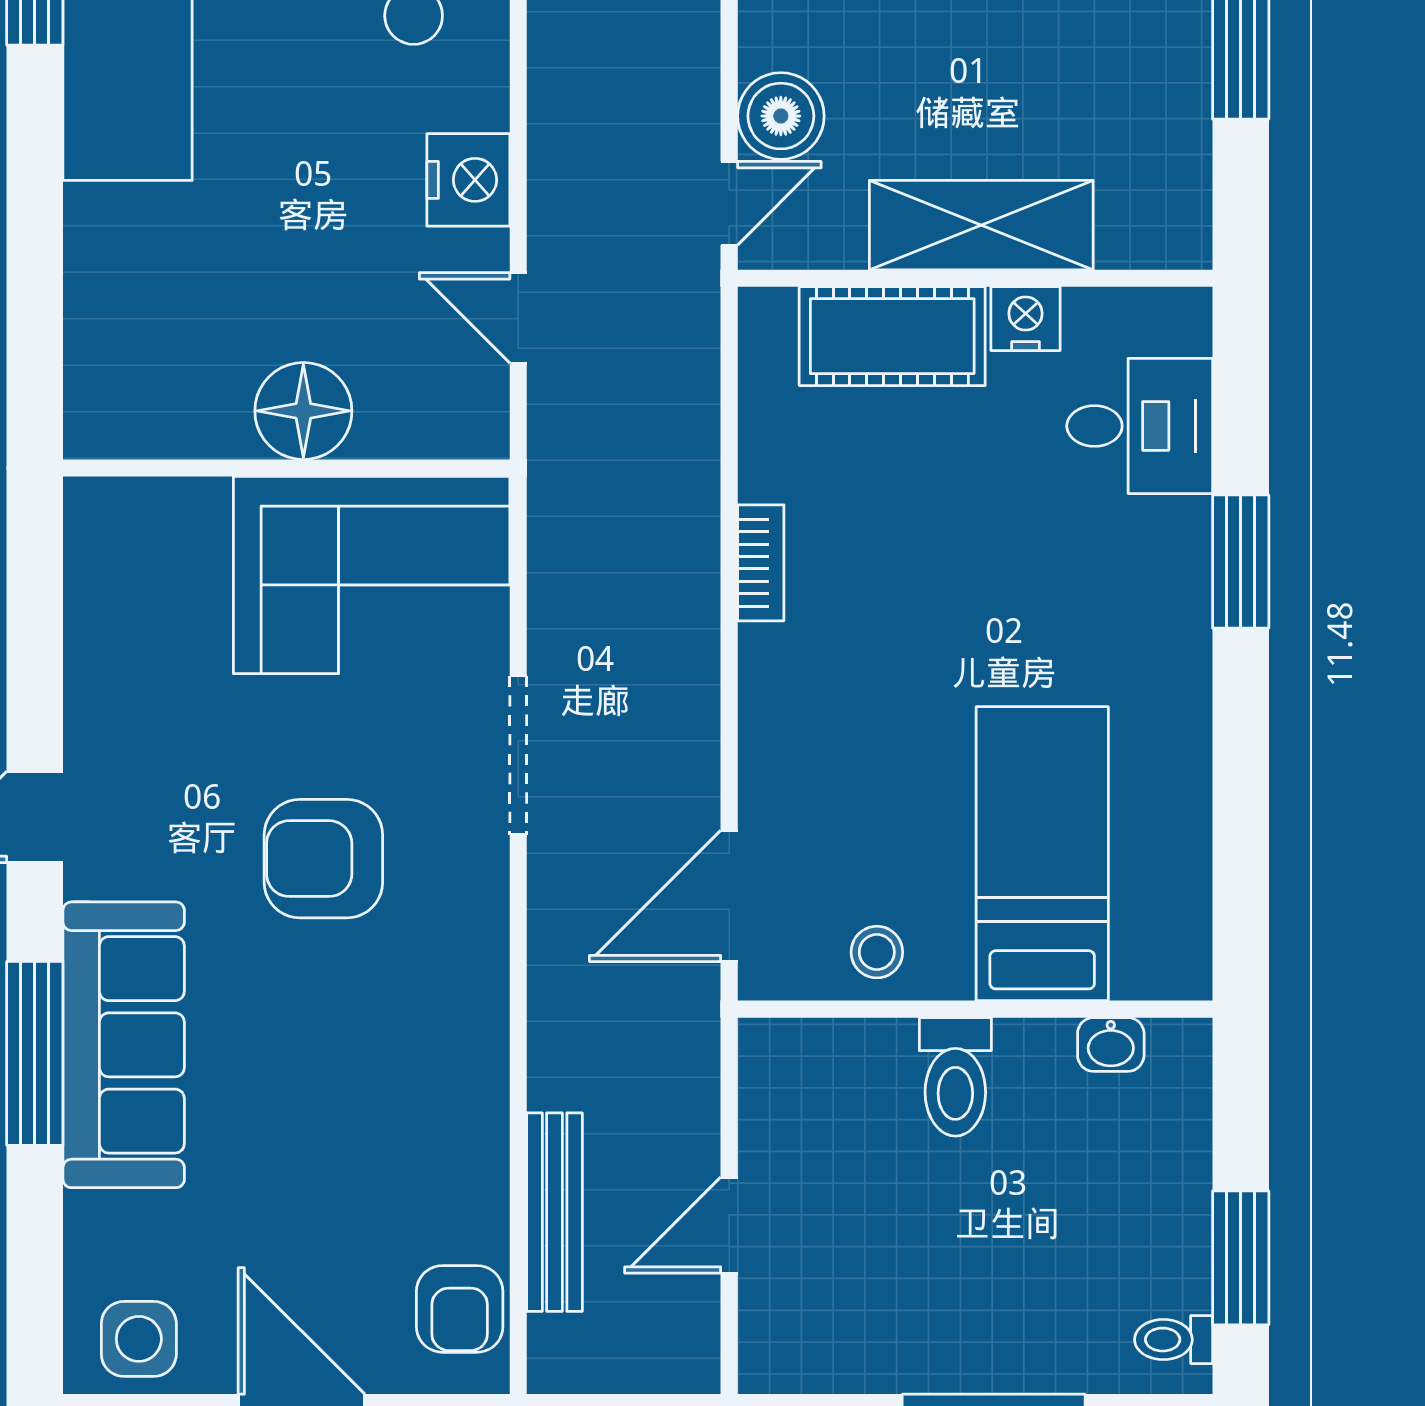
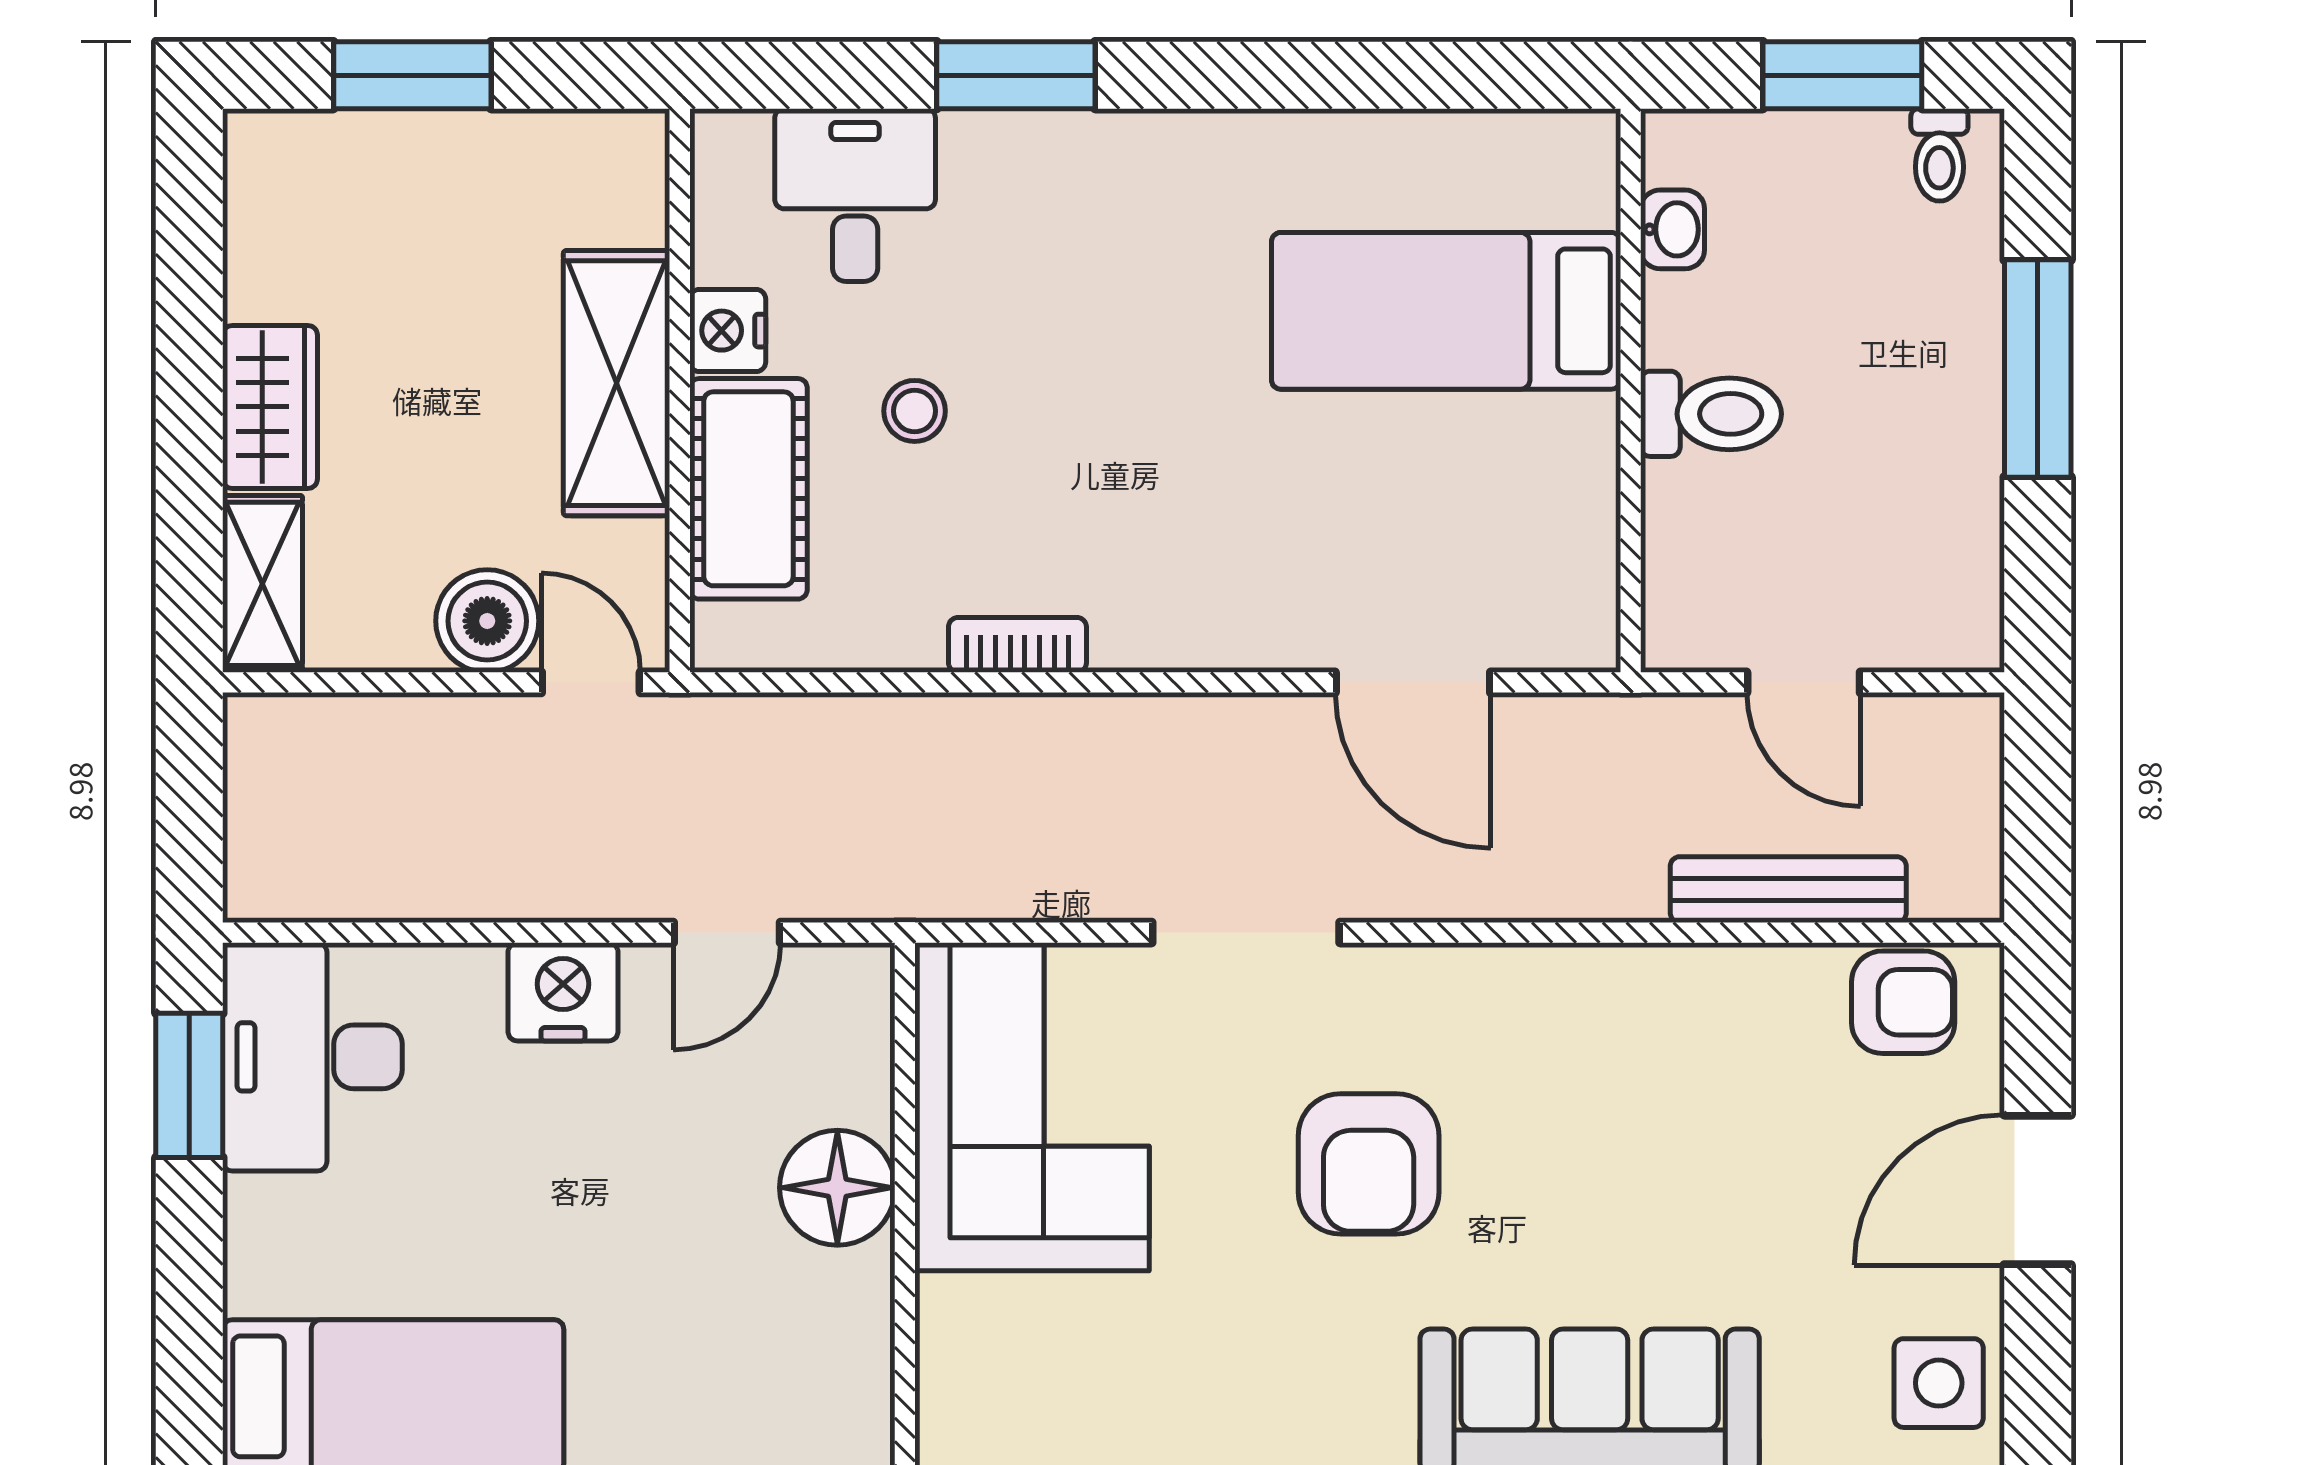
bed: (1042, 854) -> (1446, 311), moved
stool: (877, 952) -> (915, 411), moved
wall: (975, 1009) -> (1631, 390), moved
washbasin: (1111, 1044) -> (1673, 229), moved
toilet: (955, 1077) -> (1711, 414), moved

